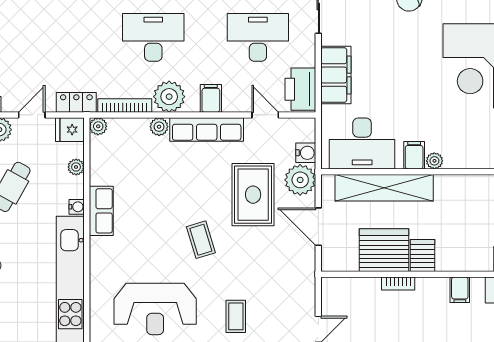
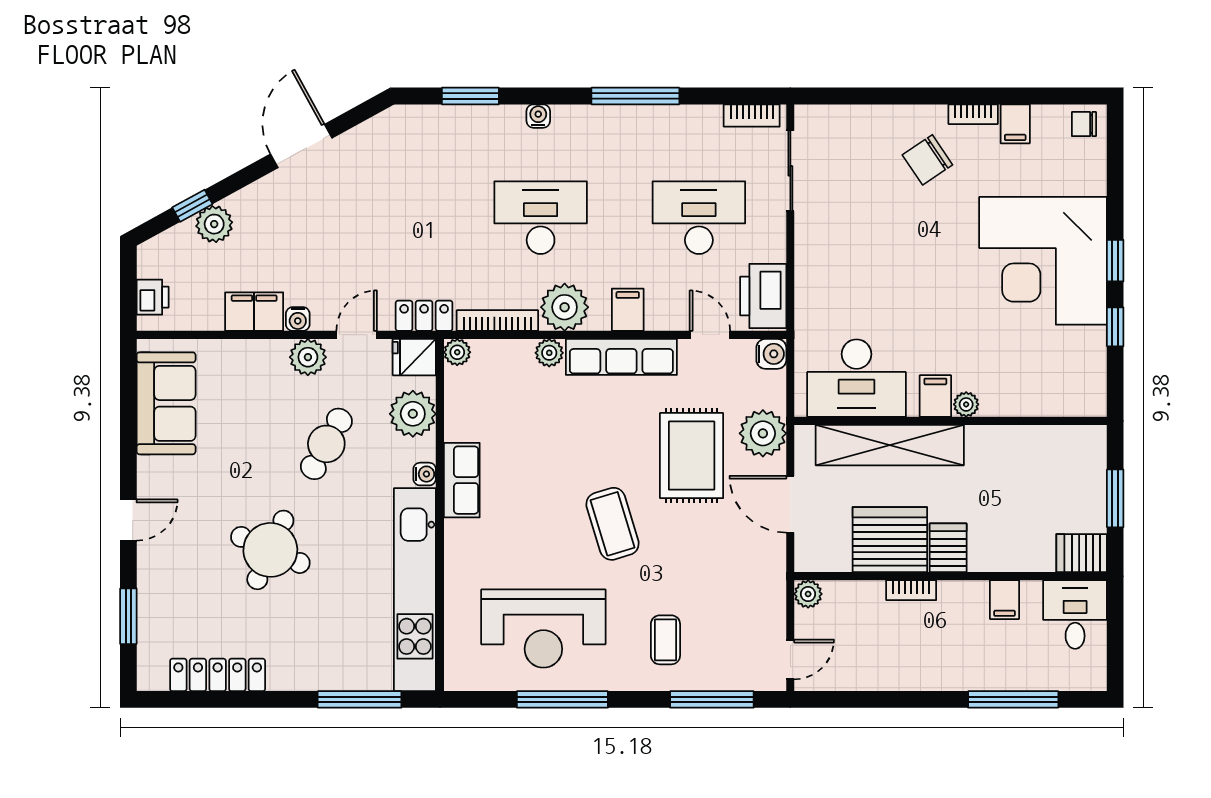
filing cabinet: (336, 75) -> (817, 275), removed
water cooler: (306, 153) -> (771, 354), moved
plant: (76, 167) -> (413, 414), width x1.87, depth x1.87
coffee table: (201, 240) -> (612, 524), width x1.36, depth x1.30
plant: (330, 286) -> (808, 594), added

